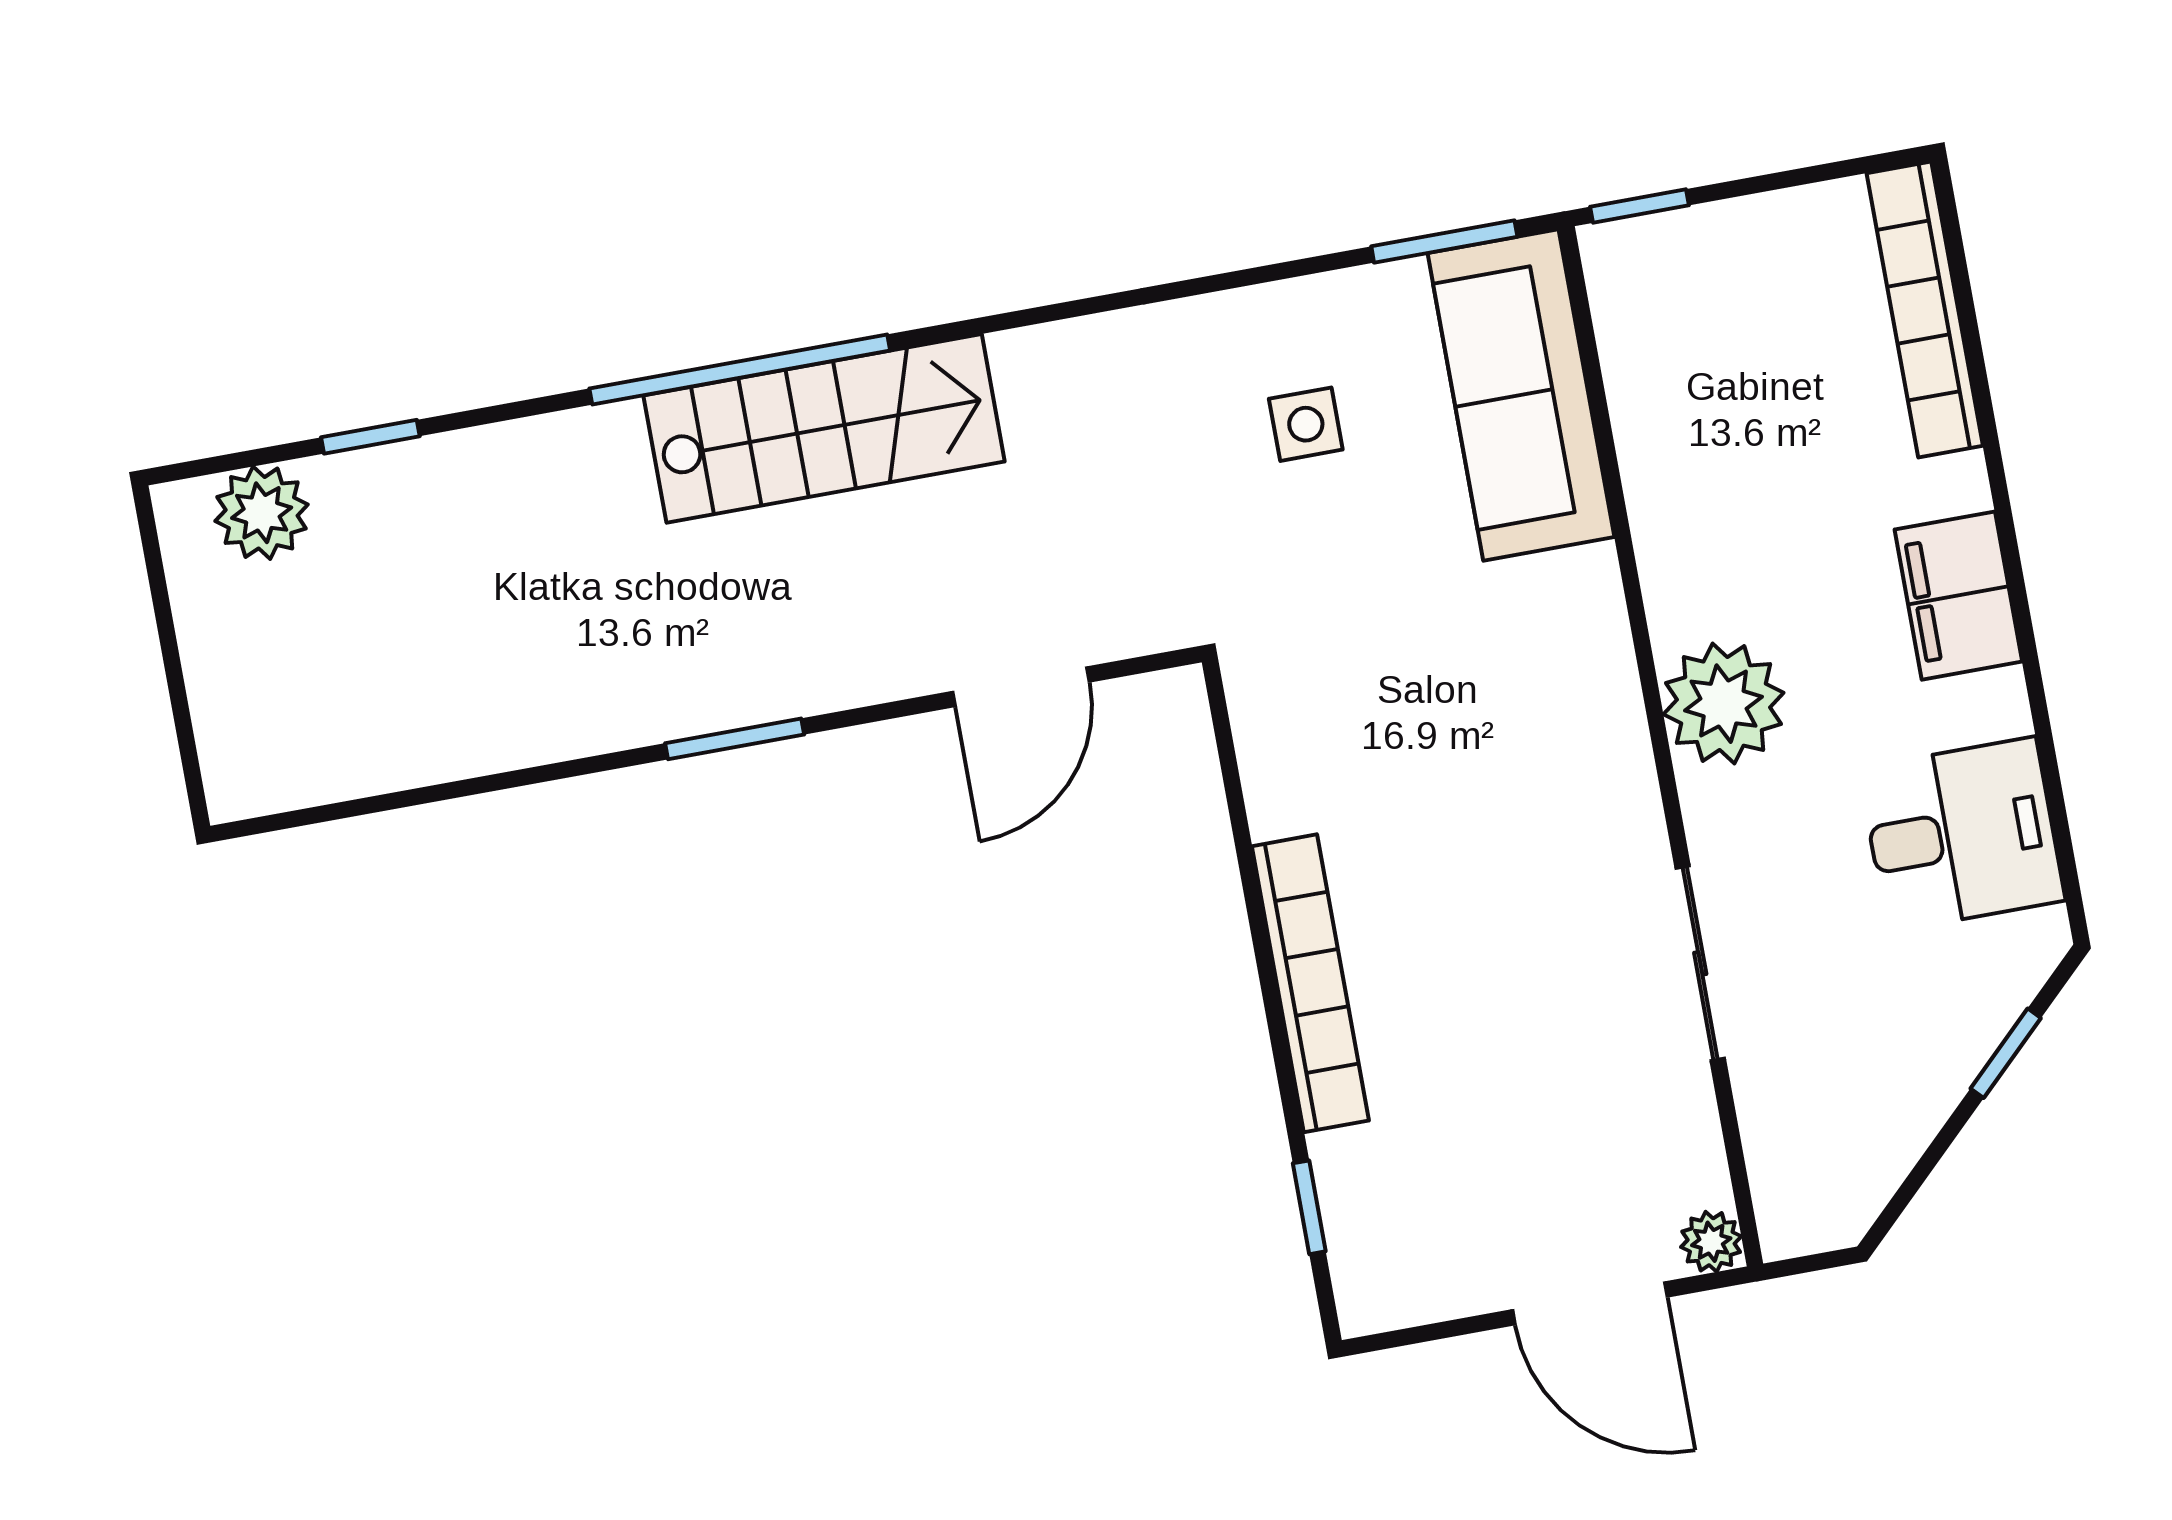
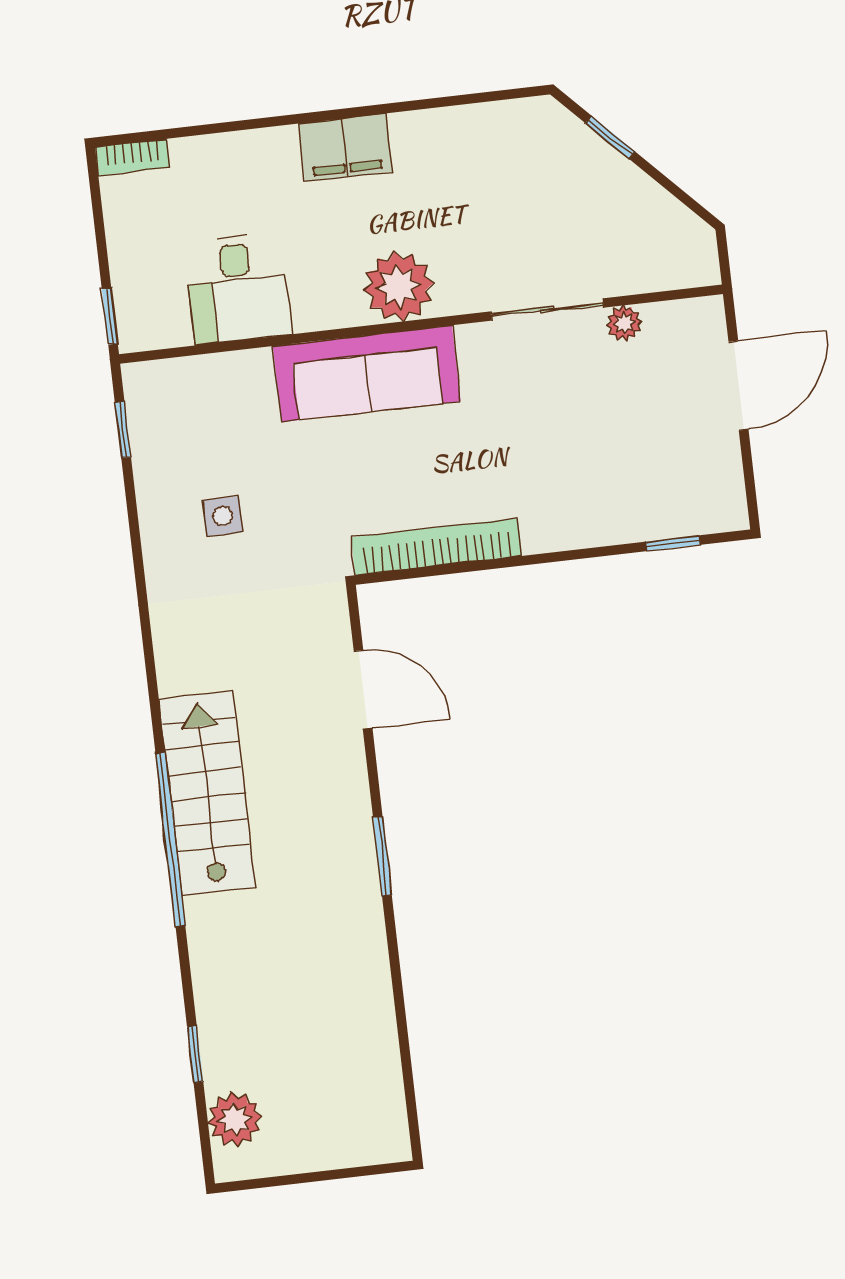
window: (1444, 242) -> (123, 430), width x0.67
bookcase: (1925, 310) -> (132, 157), width x0.43, depth x0.76
sofa: (1521, 395) -> (367, 374), moved
desk: (1962, 834) -> (238, 288), moved, turned 180
bookcase: (1310, 983) -> (437, 547), moved
plant: (1711, 1242) -> (624, 323), moved

